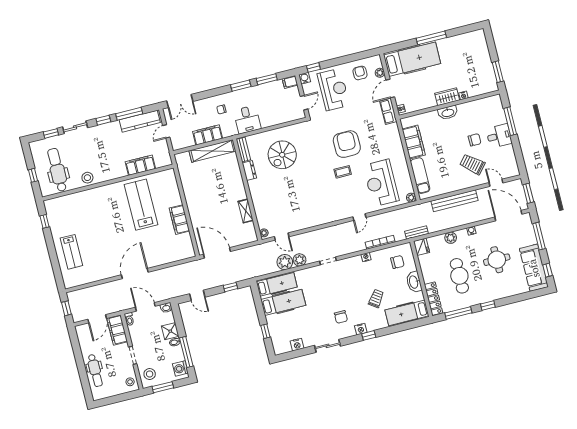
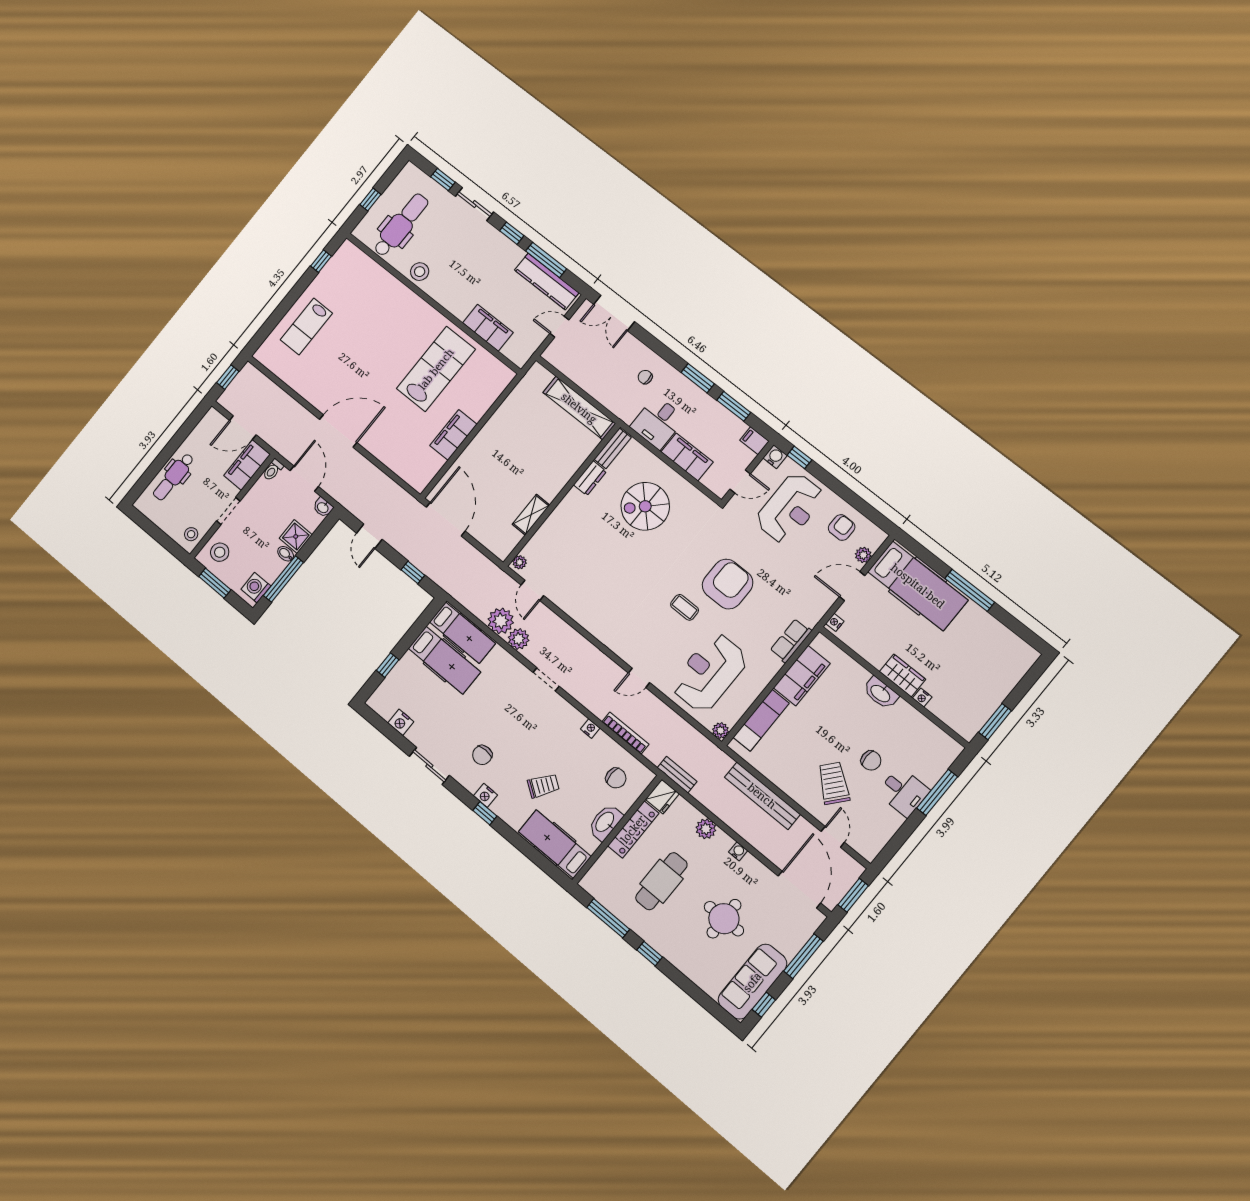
row of seats: (388, 111) -> (791, 641), moved
filing cabinet: (208, 135) -> (687, 457), moved
locker: (434, 299) -> (633, 829), moved

